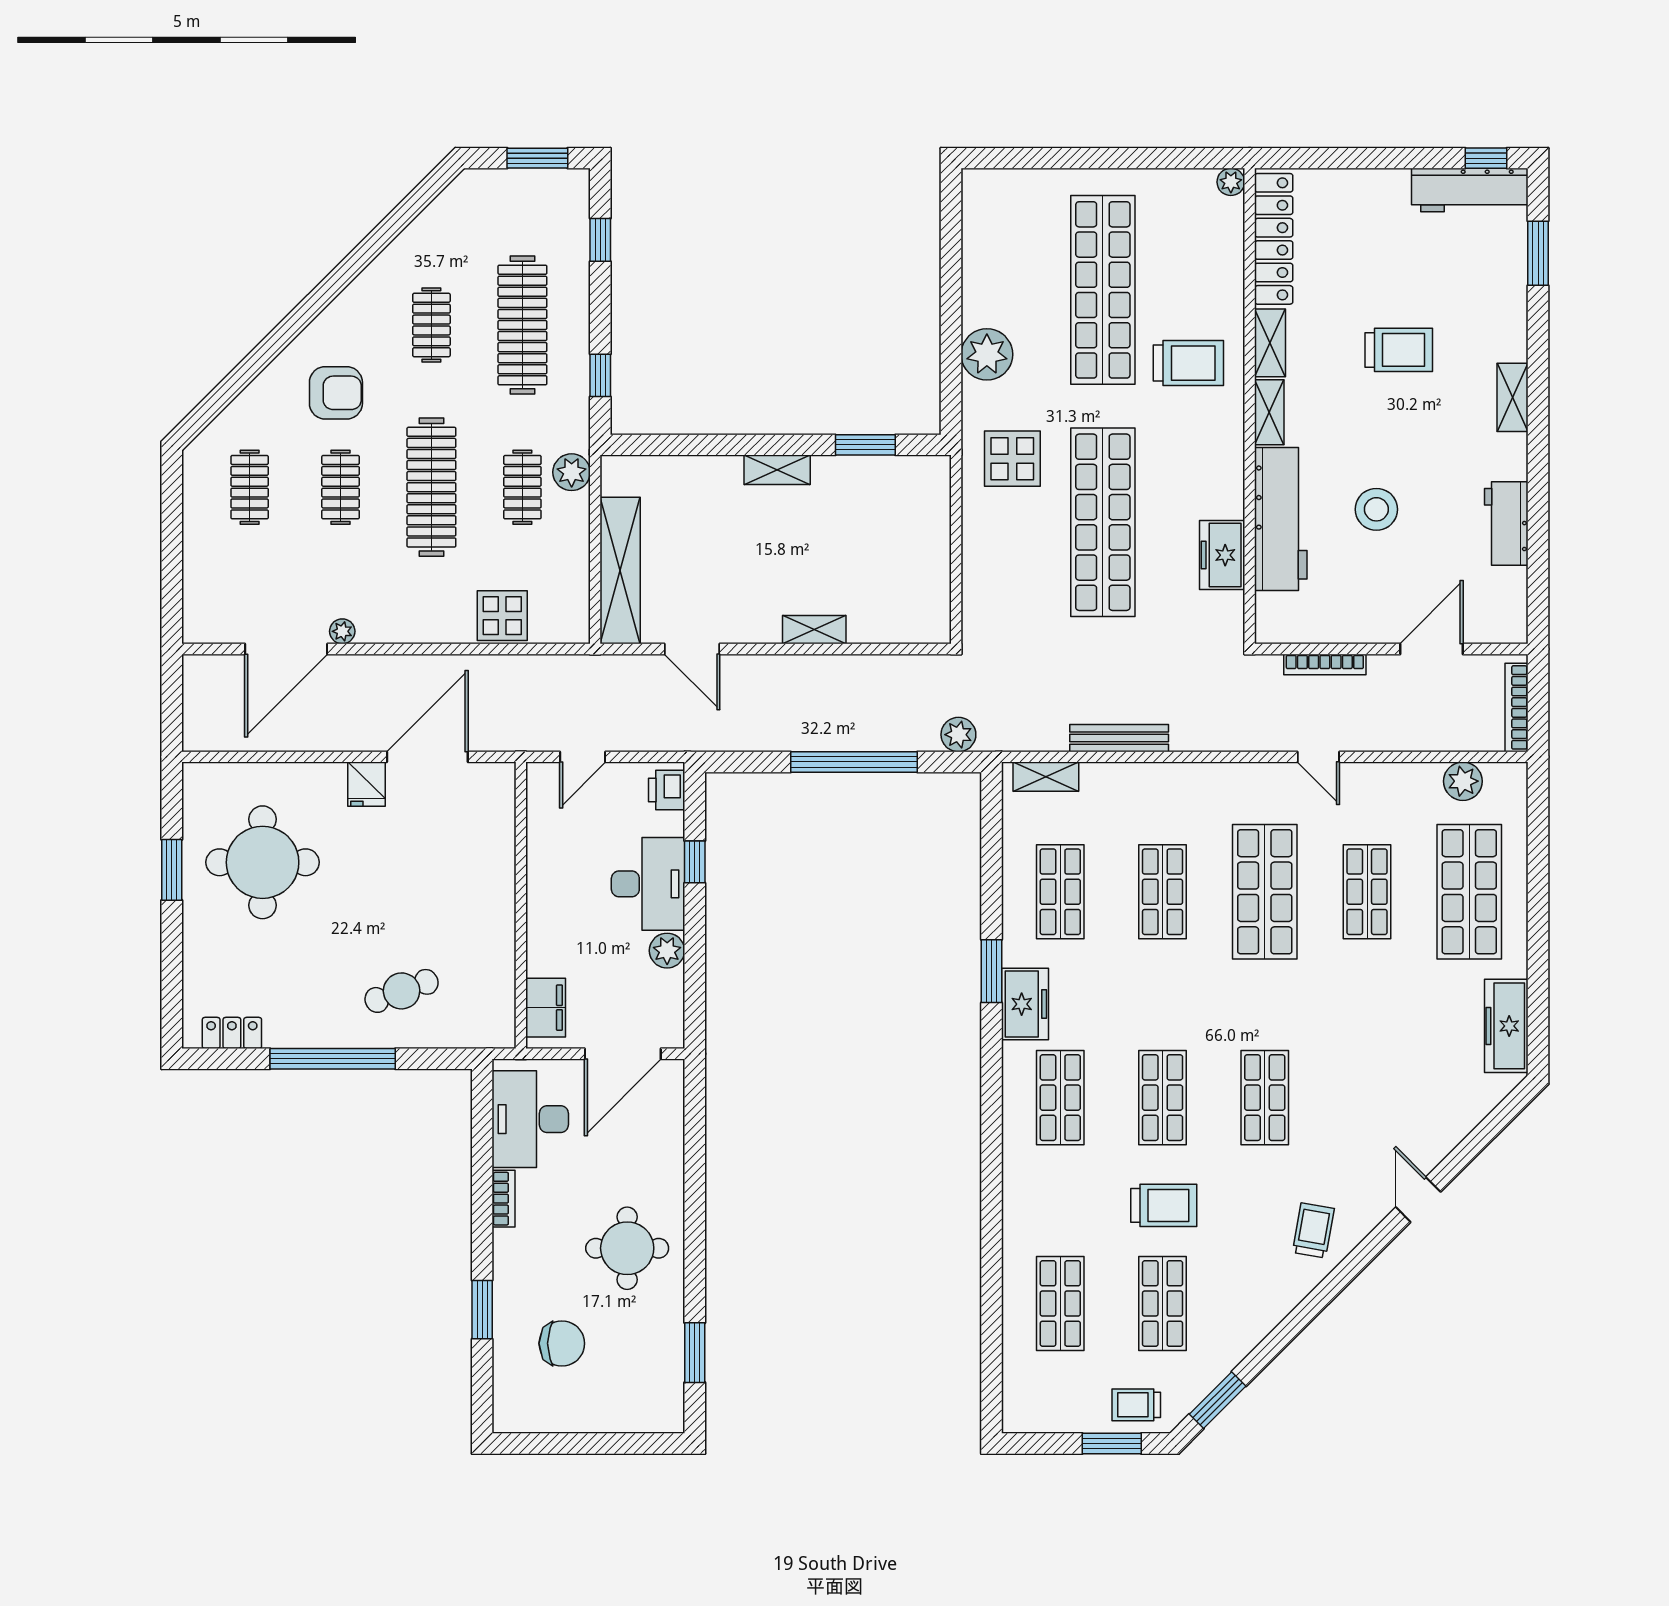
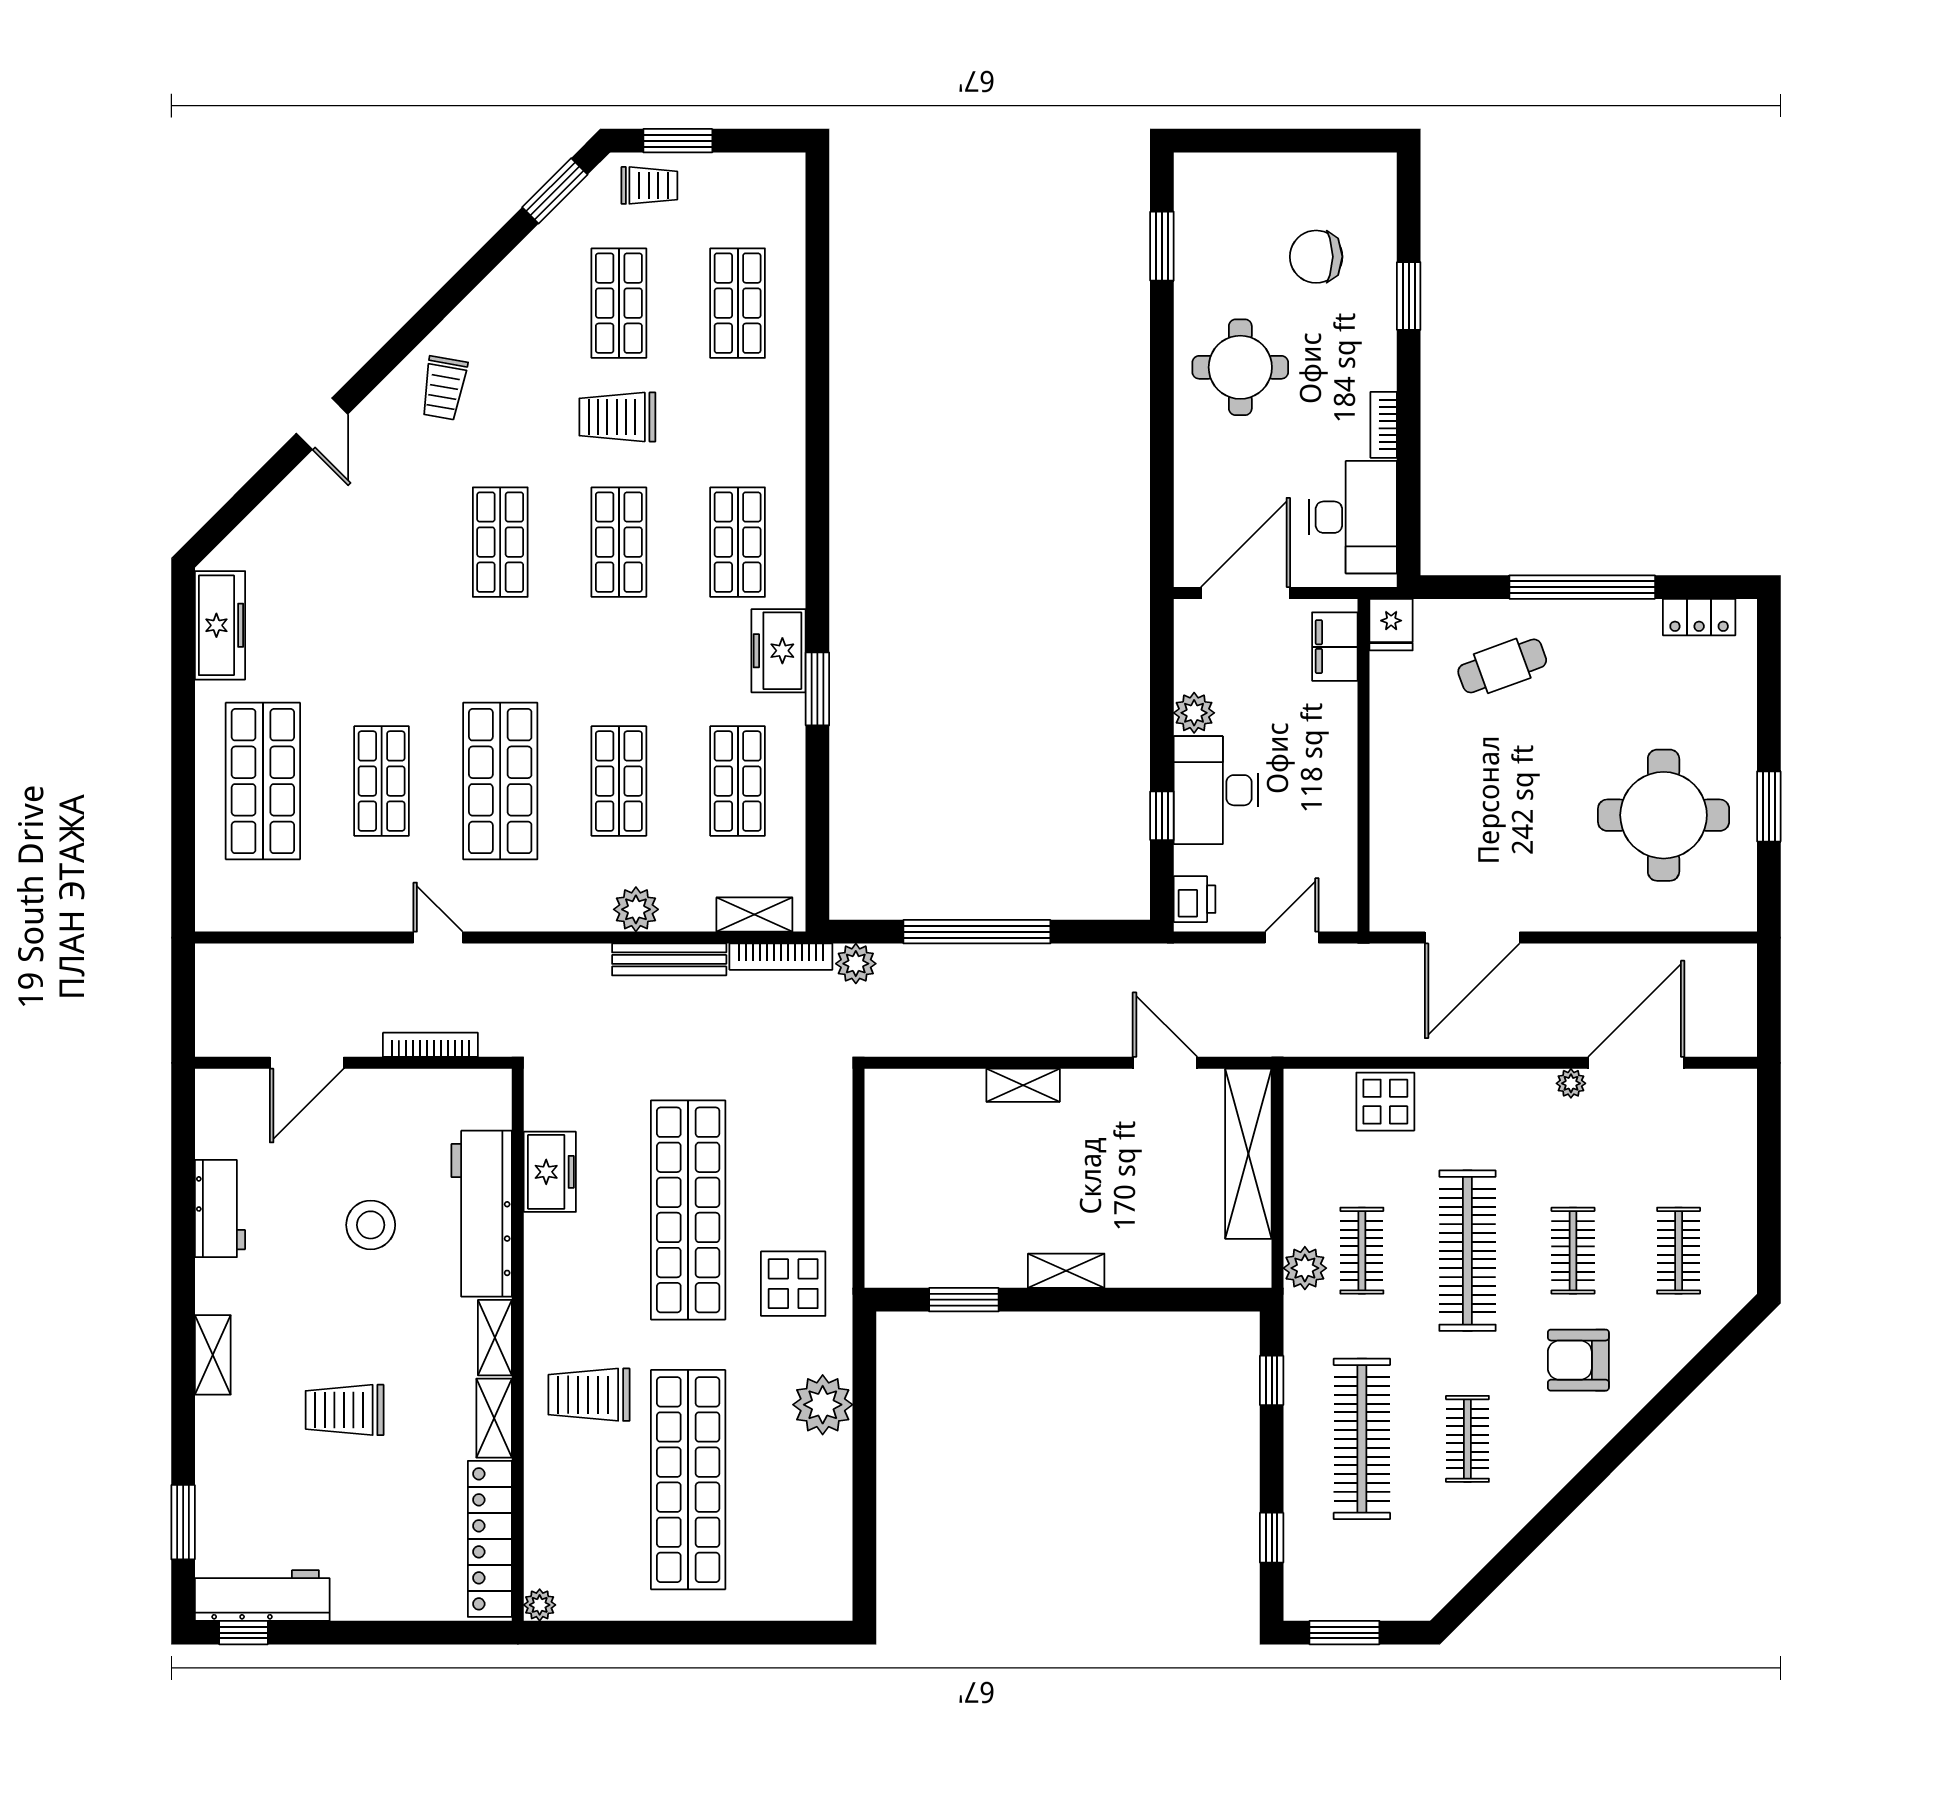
bookcase: (1517, 707) -> (781, 957), moved, turned 90
plant: (1463, 781) -> (636, 909), moved
fridge: (367, 784) -> (1391, 625), moved, turned 180

